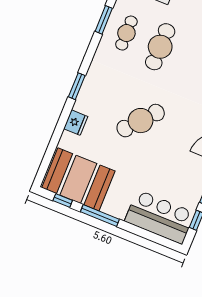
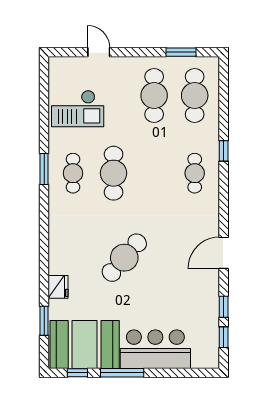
window: (77, 86) -> (44, 321), moved
bar counter: (160, 217) -> (155, 349), moved

